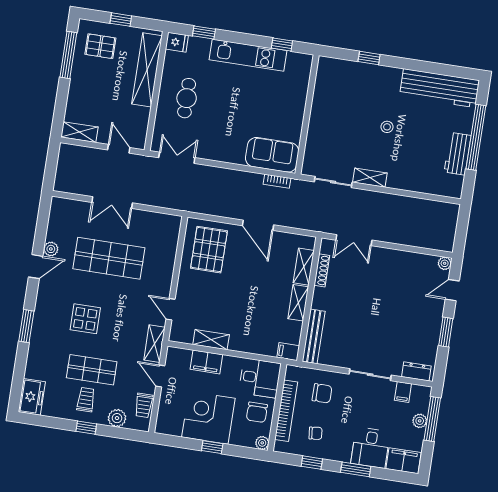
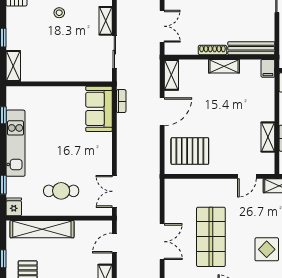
shelving: (335, 66) -> (13, 66), added
shelving: (304, 267) -> (171, 75), moved, turned 90
shoe rack: (322, 270) -> (212, 50), moved

